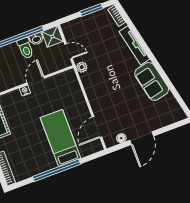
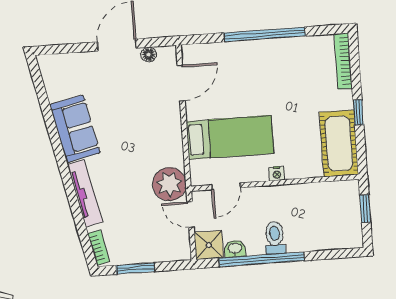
toilet: (26, 48) -> (275, 238), moved
plant: (82, 67) -> (169, 184), width x1.87, depth x1.87
door: (36, 80) -> (226, 186), moved
bed: (60, 138) -> (230, 137), moved, turned -90

